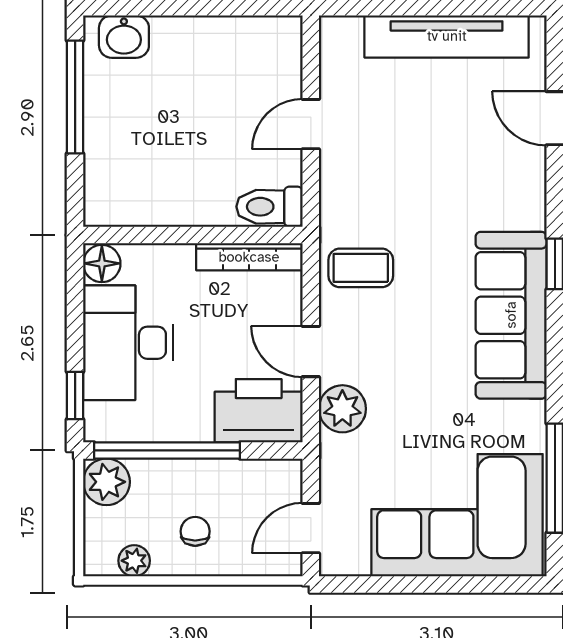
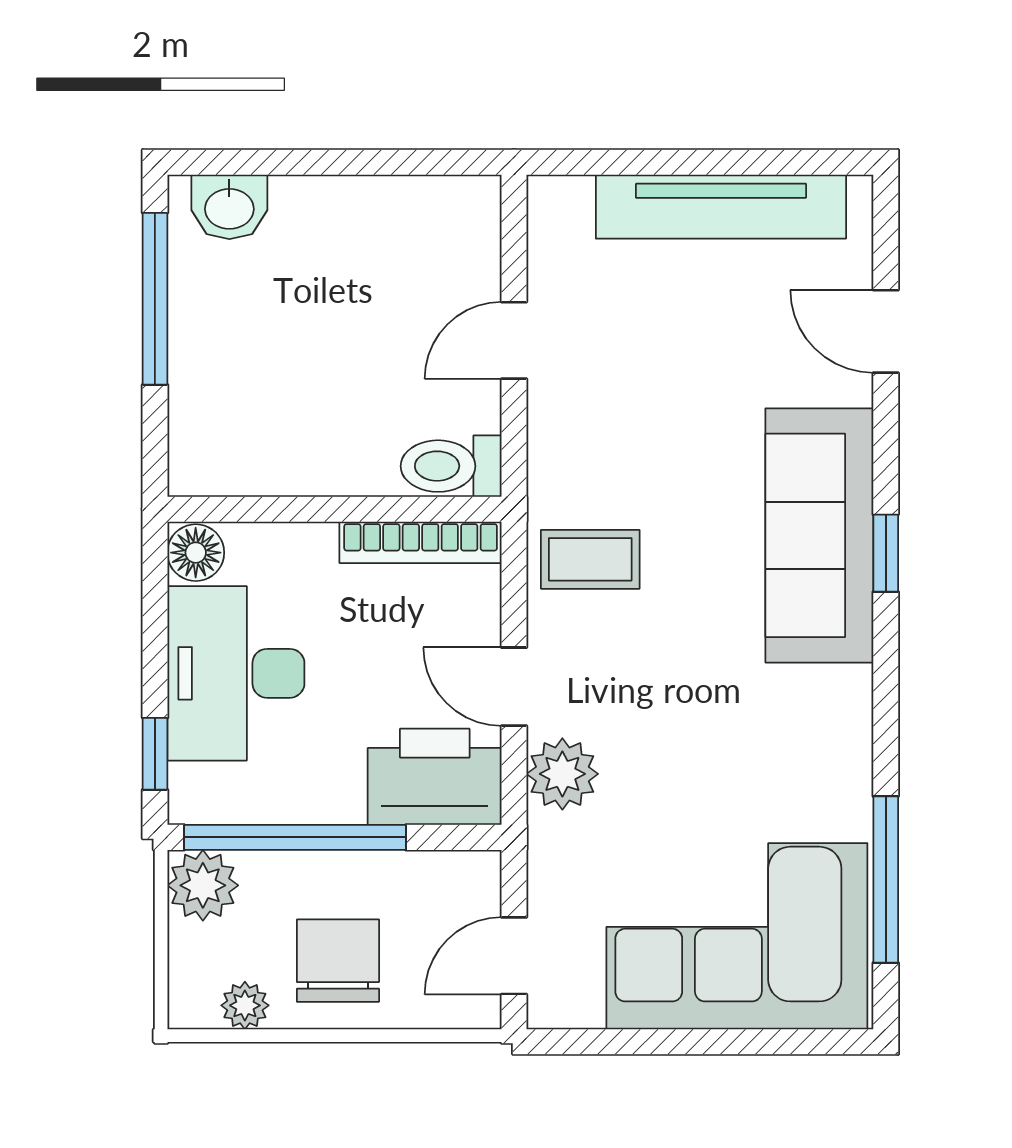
sofa: (511, 315) -> (819, 535), moved
chair: (195, 531) -> (338, 961), width x1.87, depth x1.87

